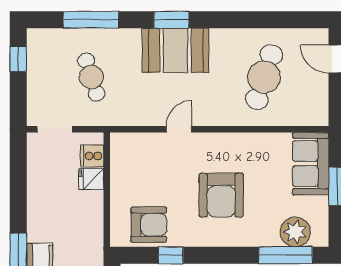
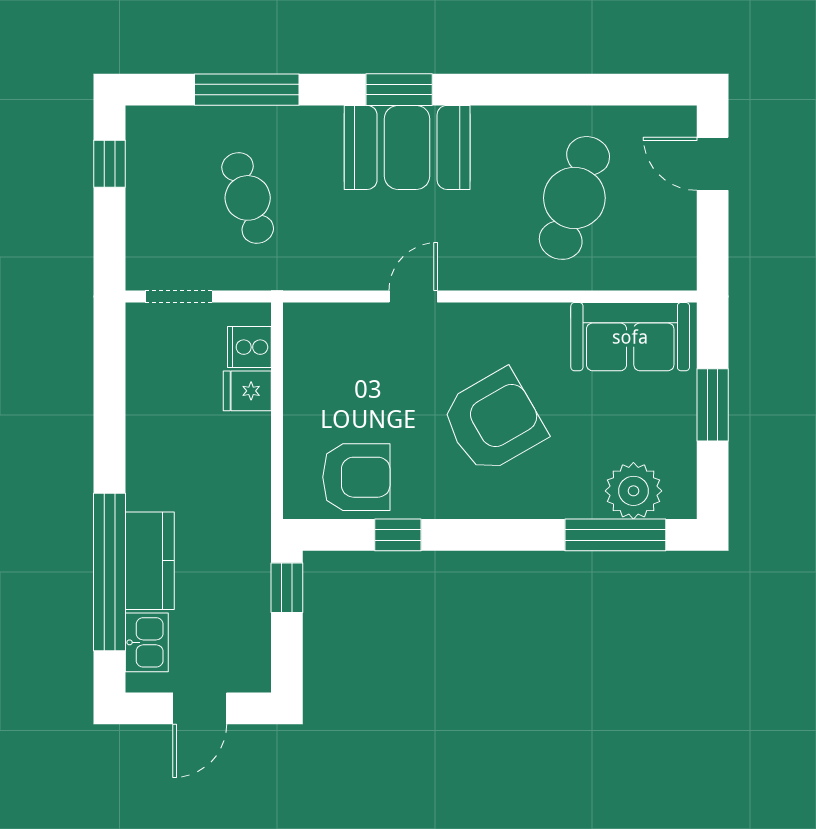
sofa: (311, 164) -> (630, 337), moved, turned -90
armchair: (221, 195) -> (493, 421), turned -120

